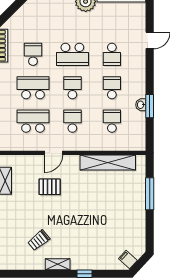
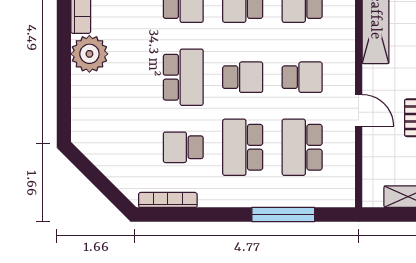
school desk: (72, 88) -> (243, 77), turned 180
school desk: (72, 121) -> (302, 77), turned 180

